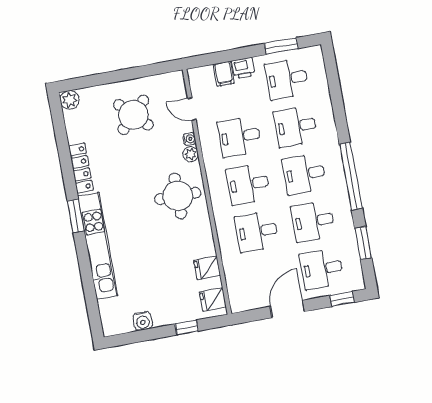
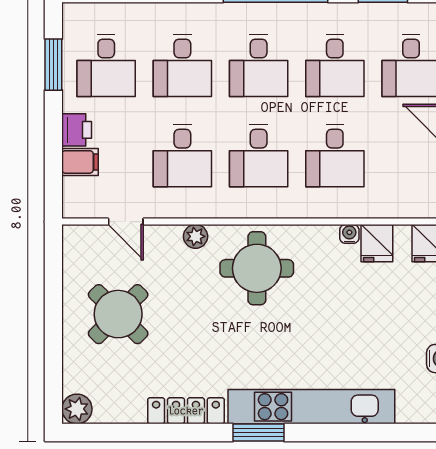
door: (192, 109) -> (126, 222), hinge flipped
water cooler: (189, 139) -> (349, 234), moved

